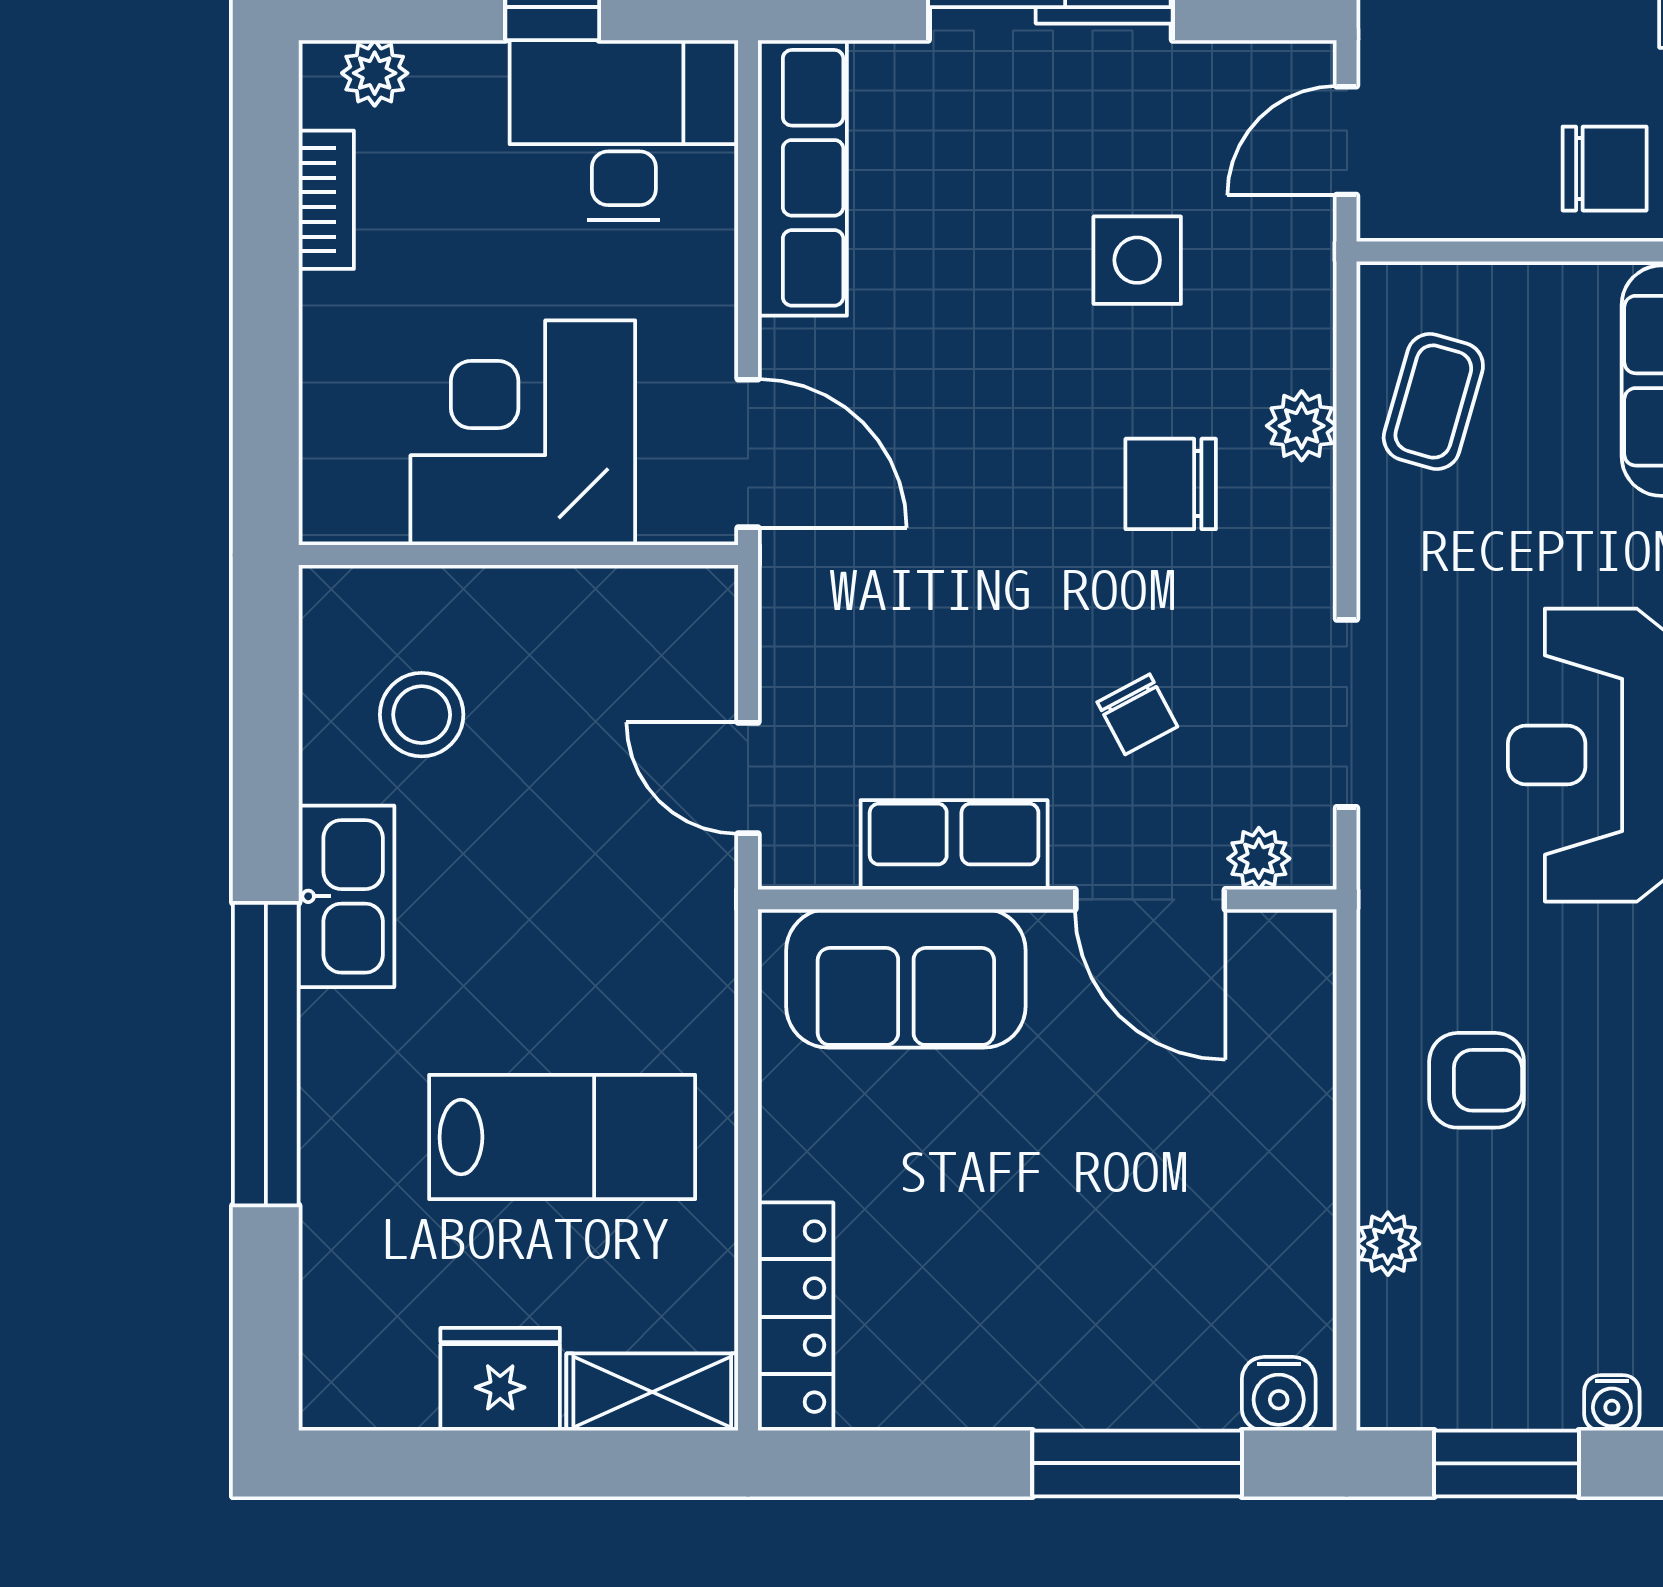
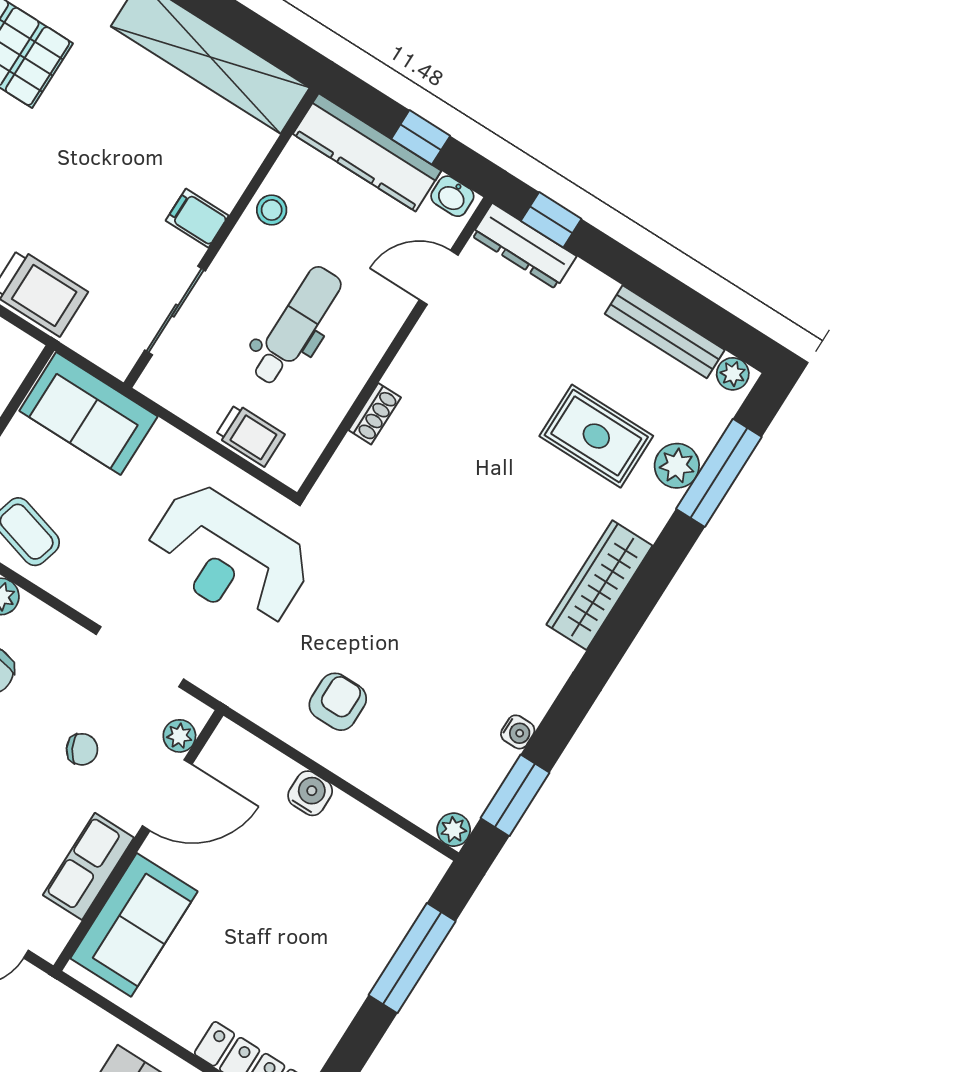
plant: (1388, 1244) -> (454, 830), moved
water cooler: (1279, 1394) -> (310, 793), moved, turned -90

